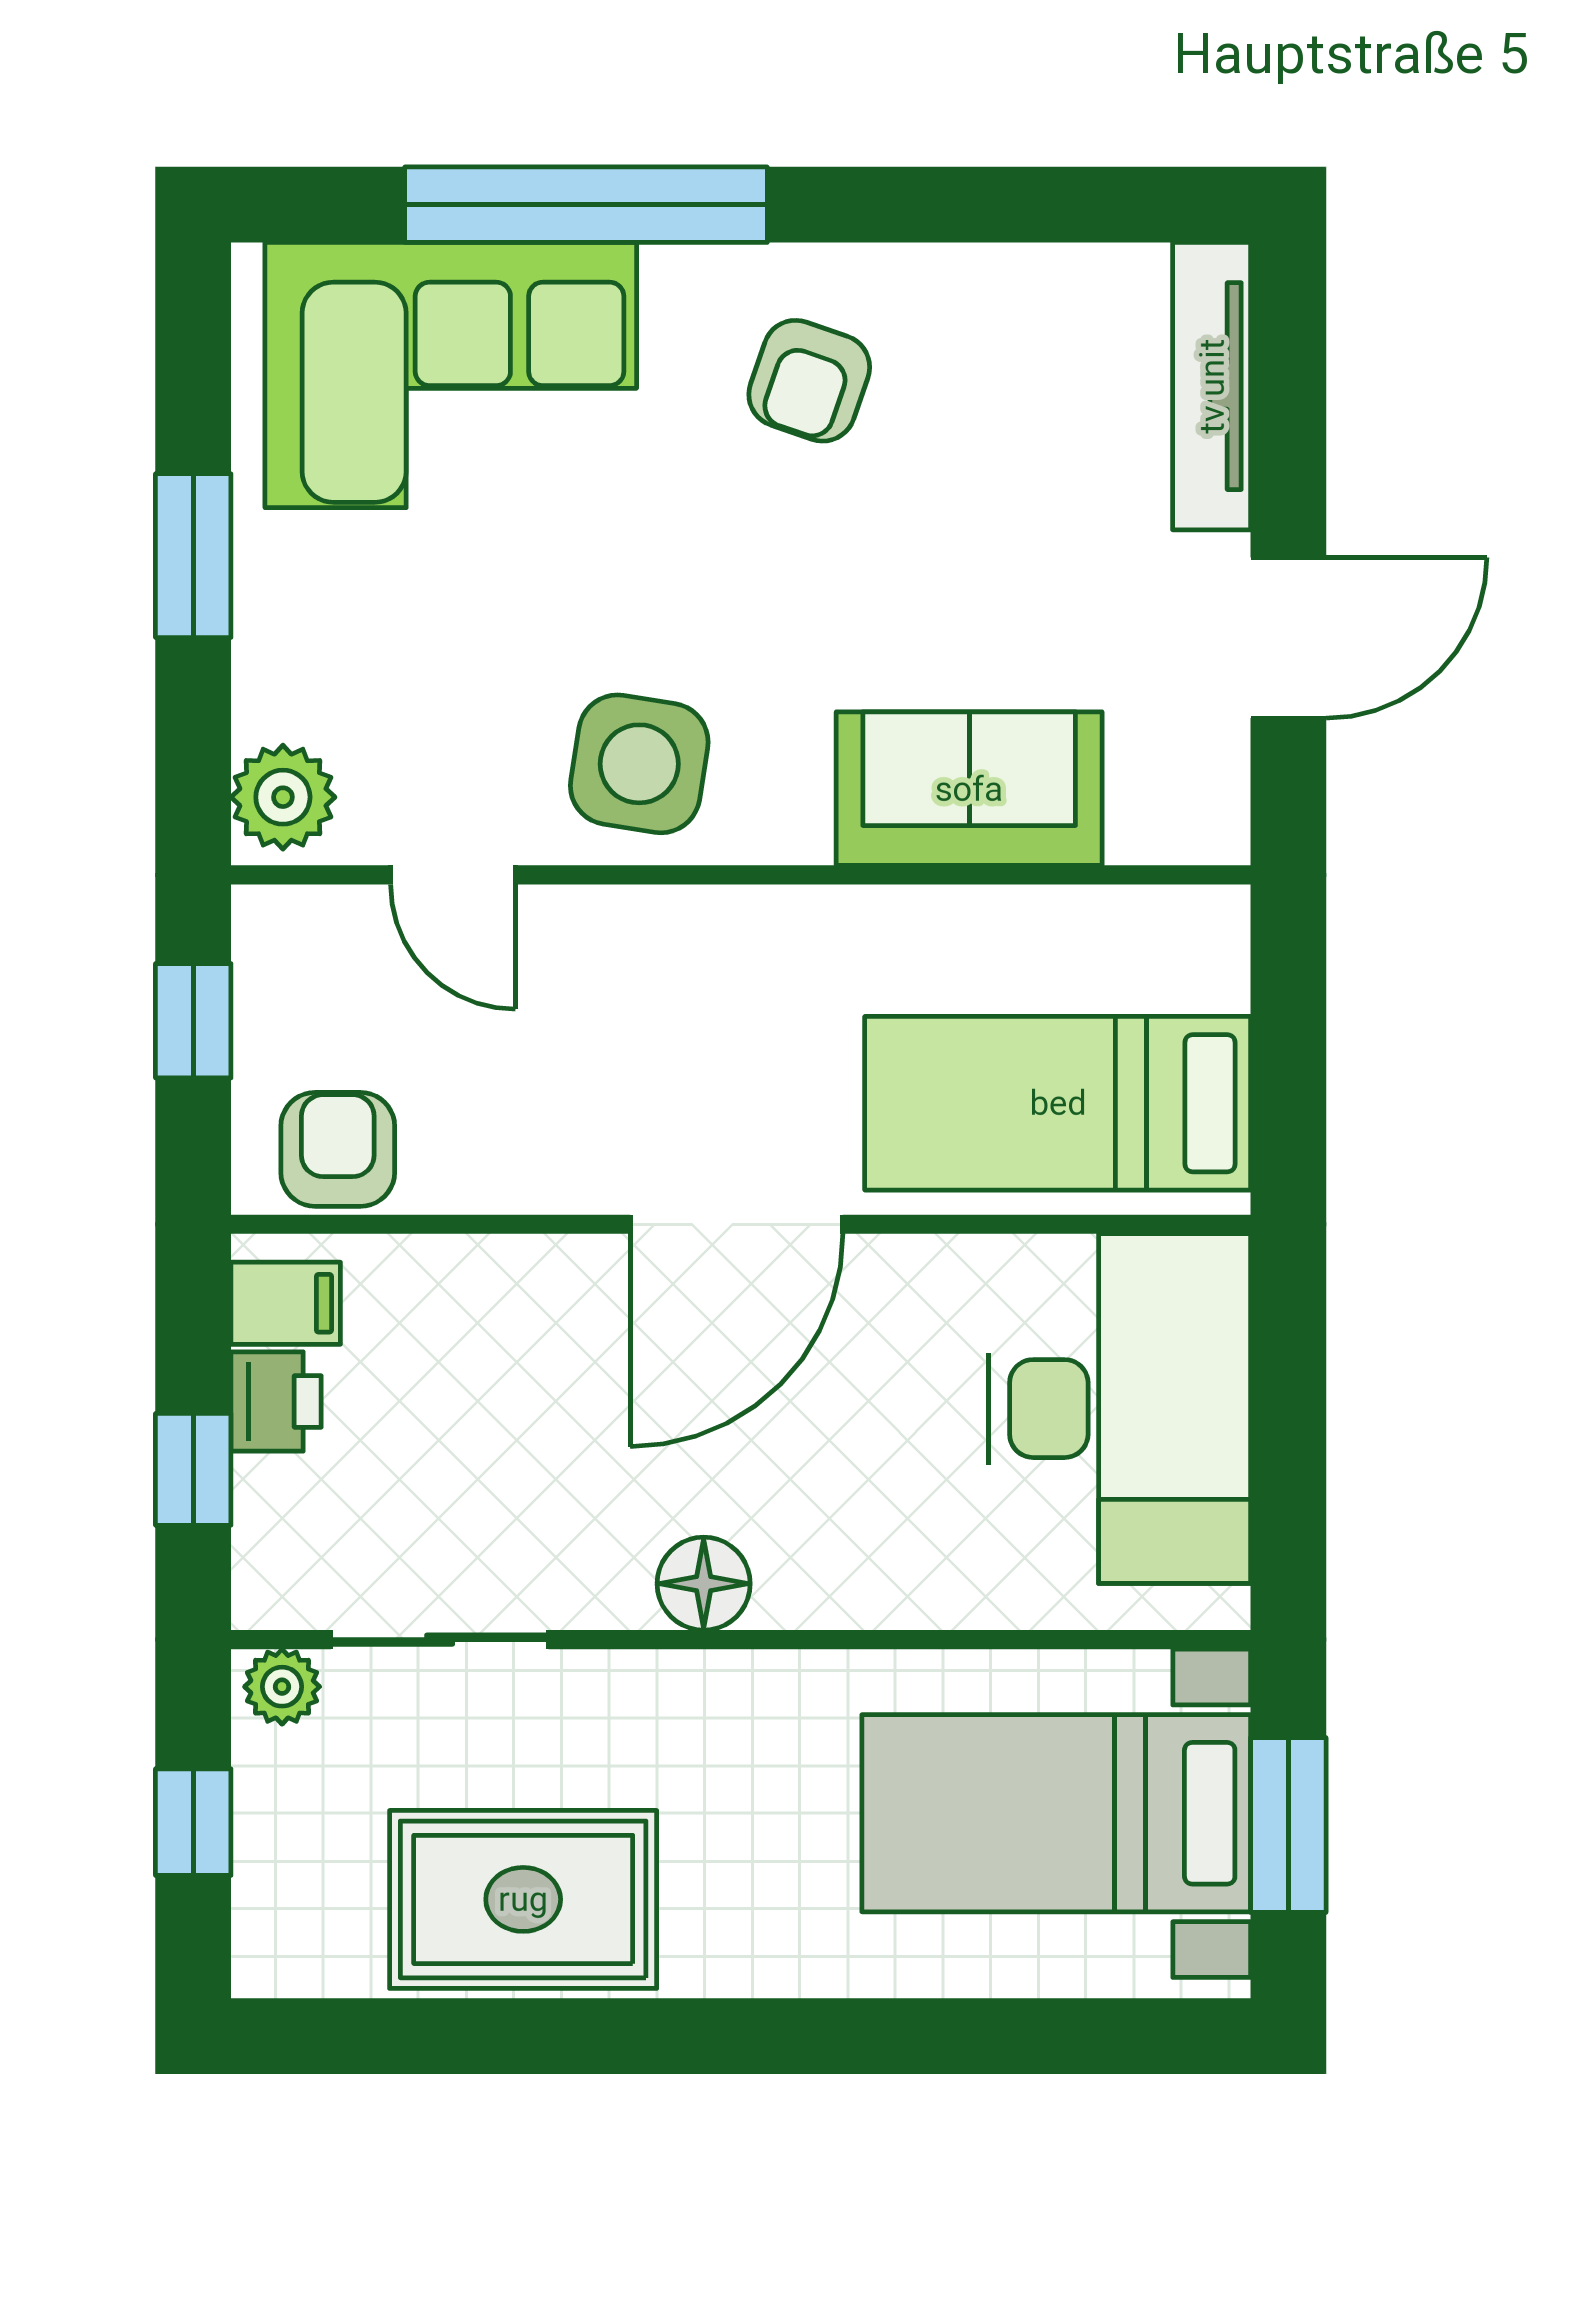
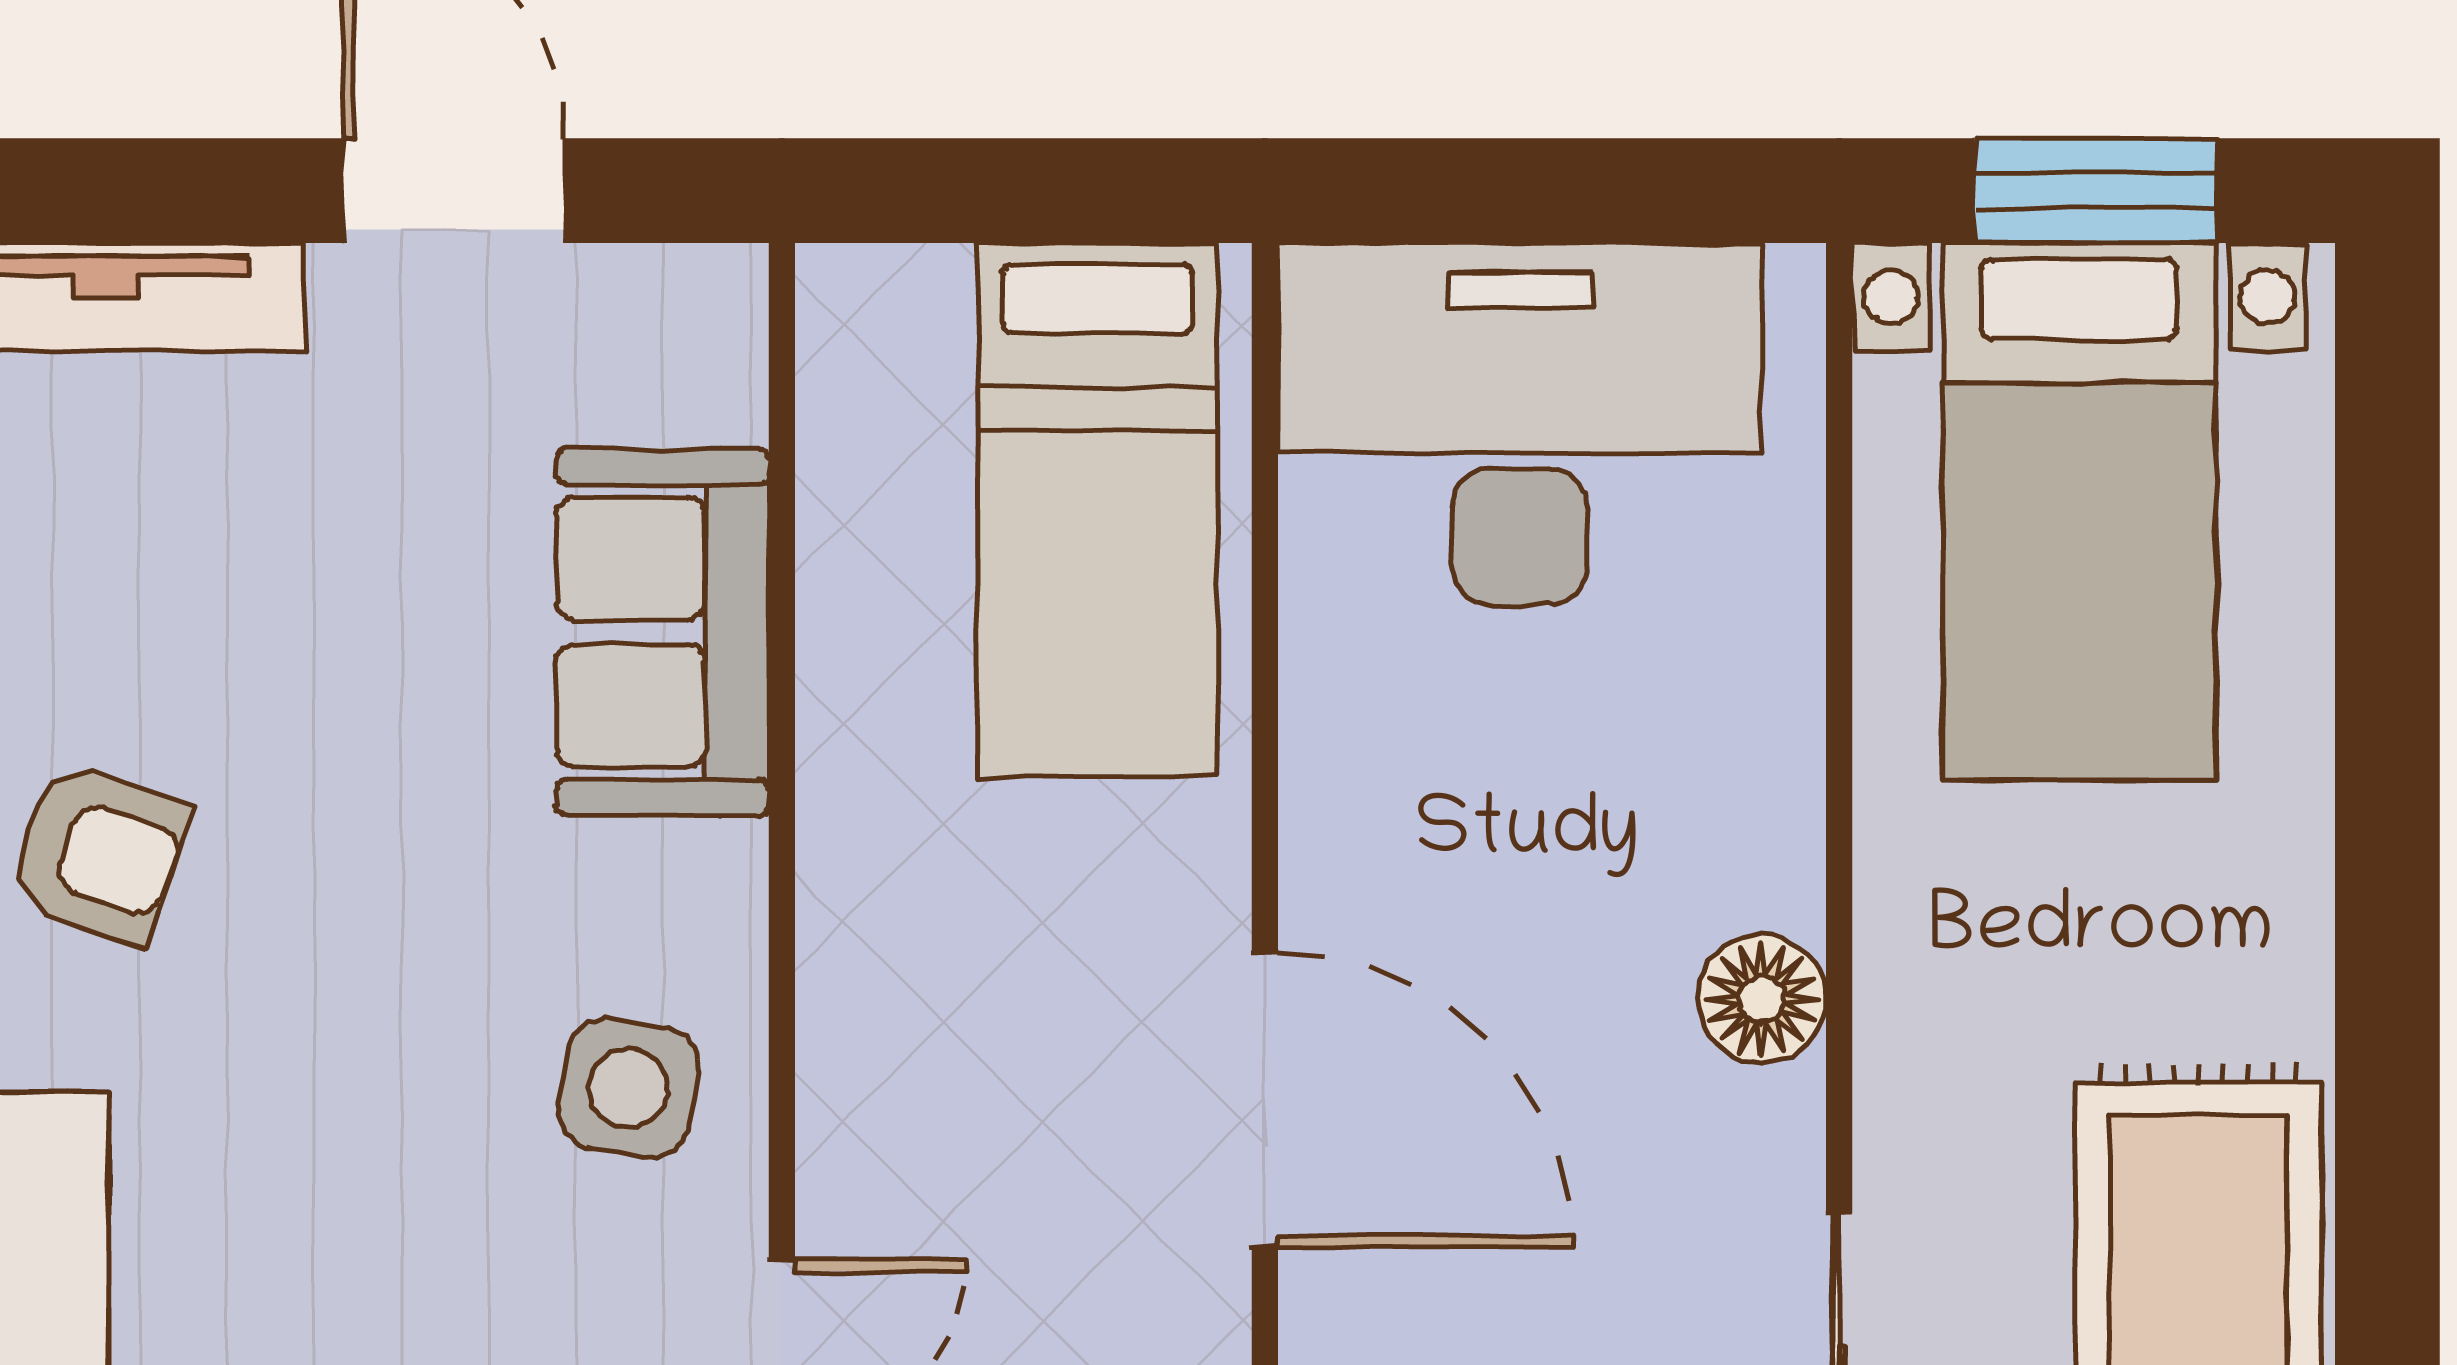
side table: (639, 764) -> (628, 1088), width x0.73, depth x0.73
door: (736, 1224) -> (1265, 1100), moved

